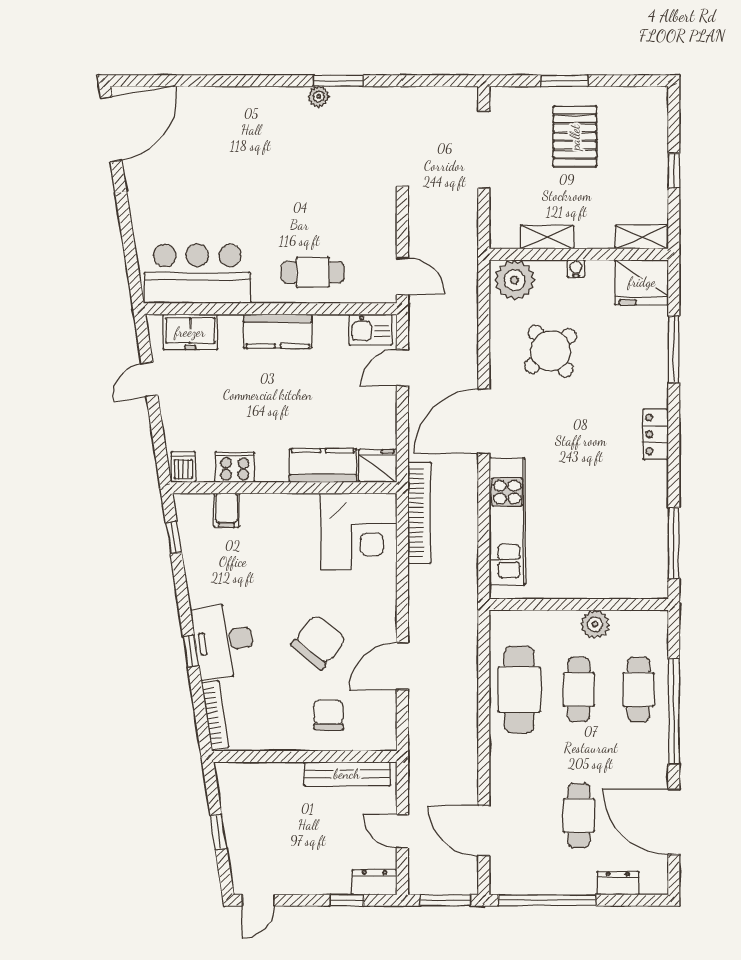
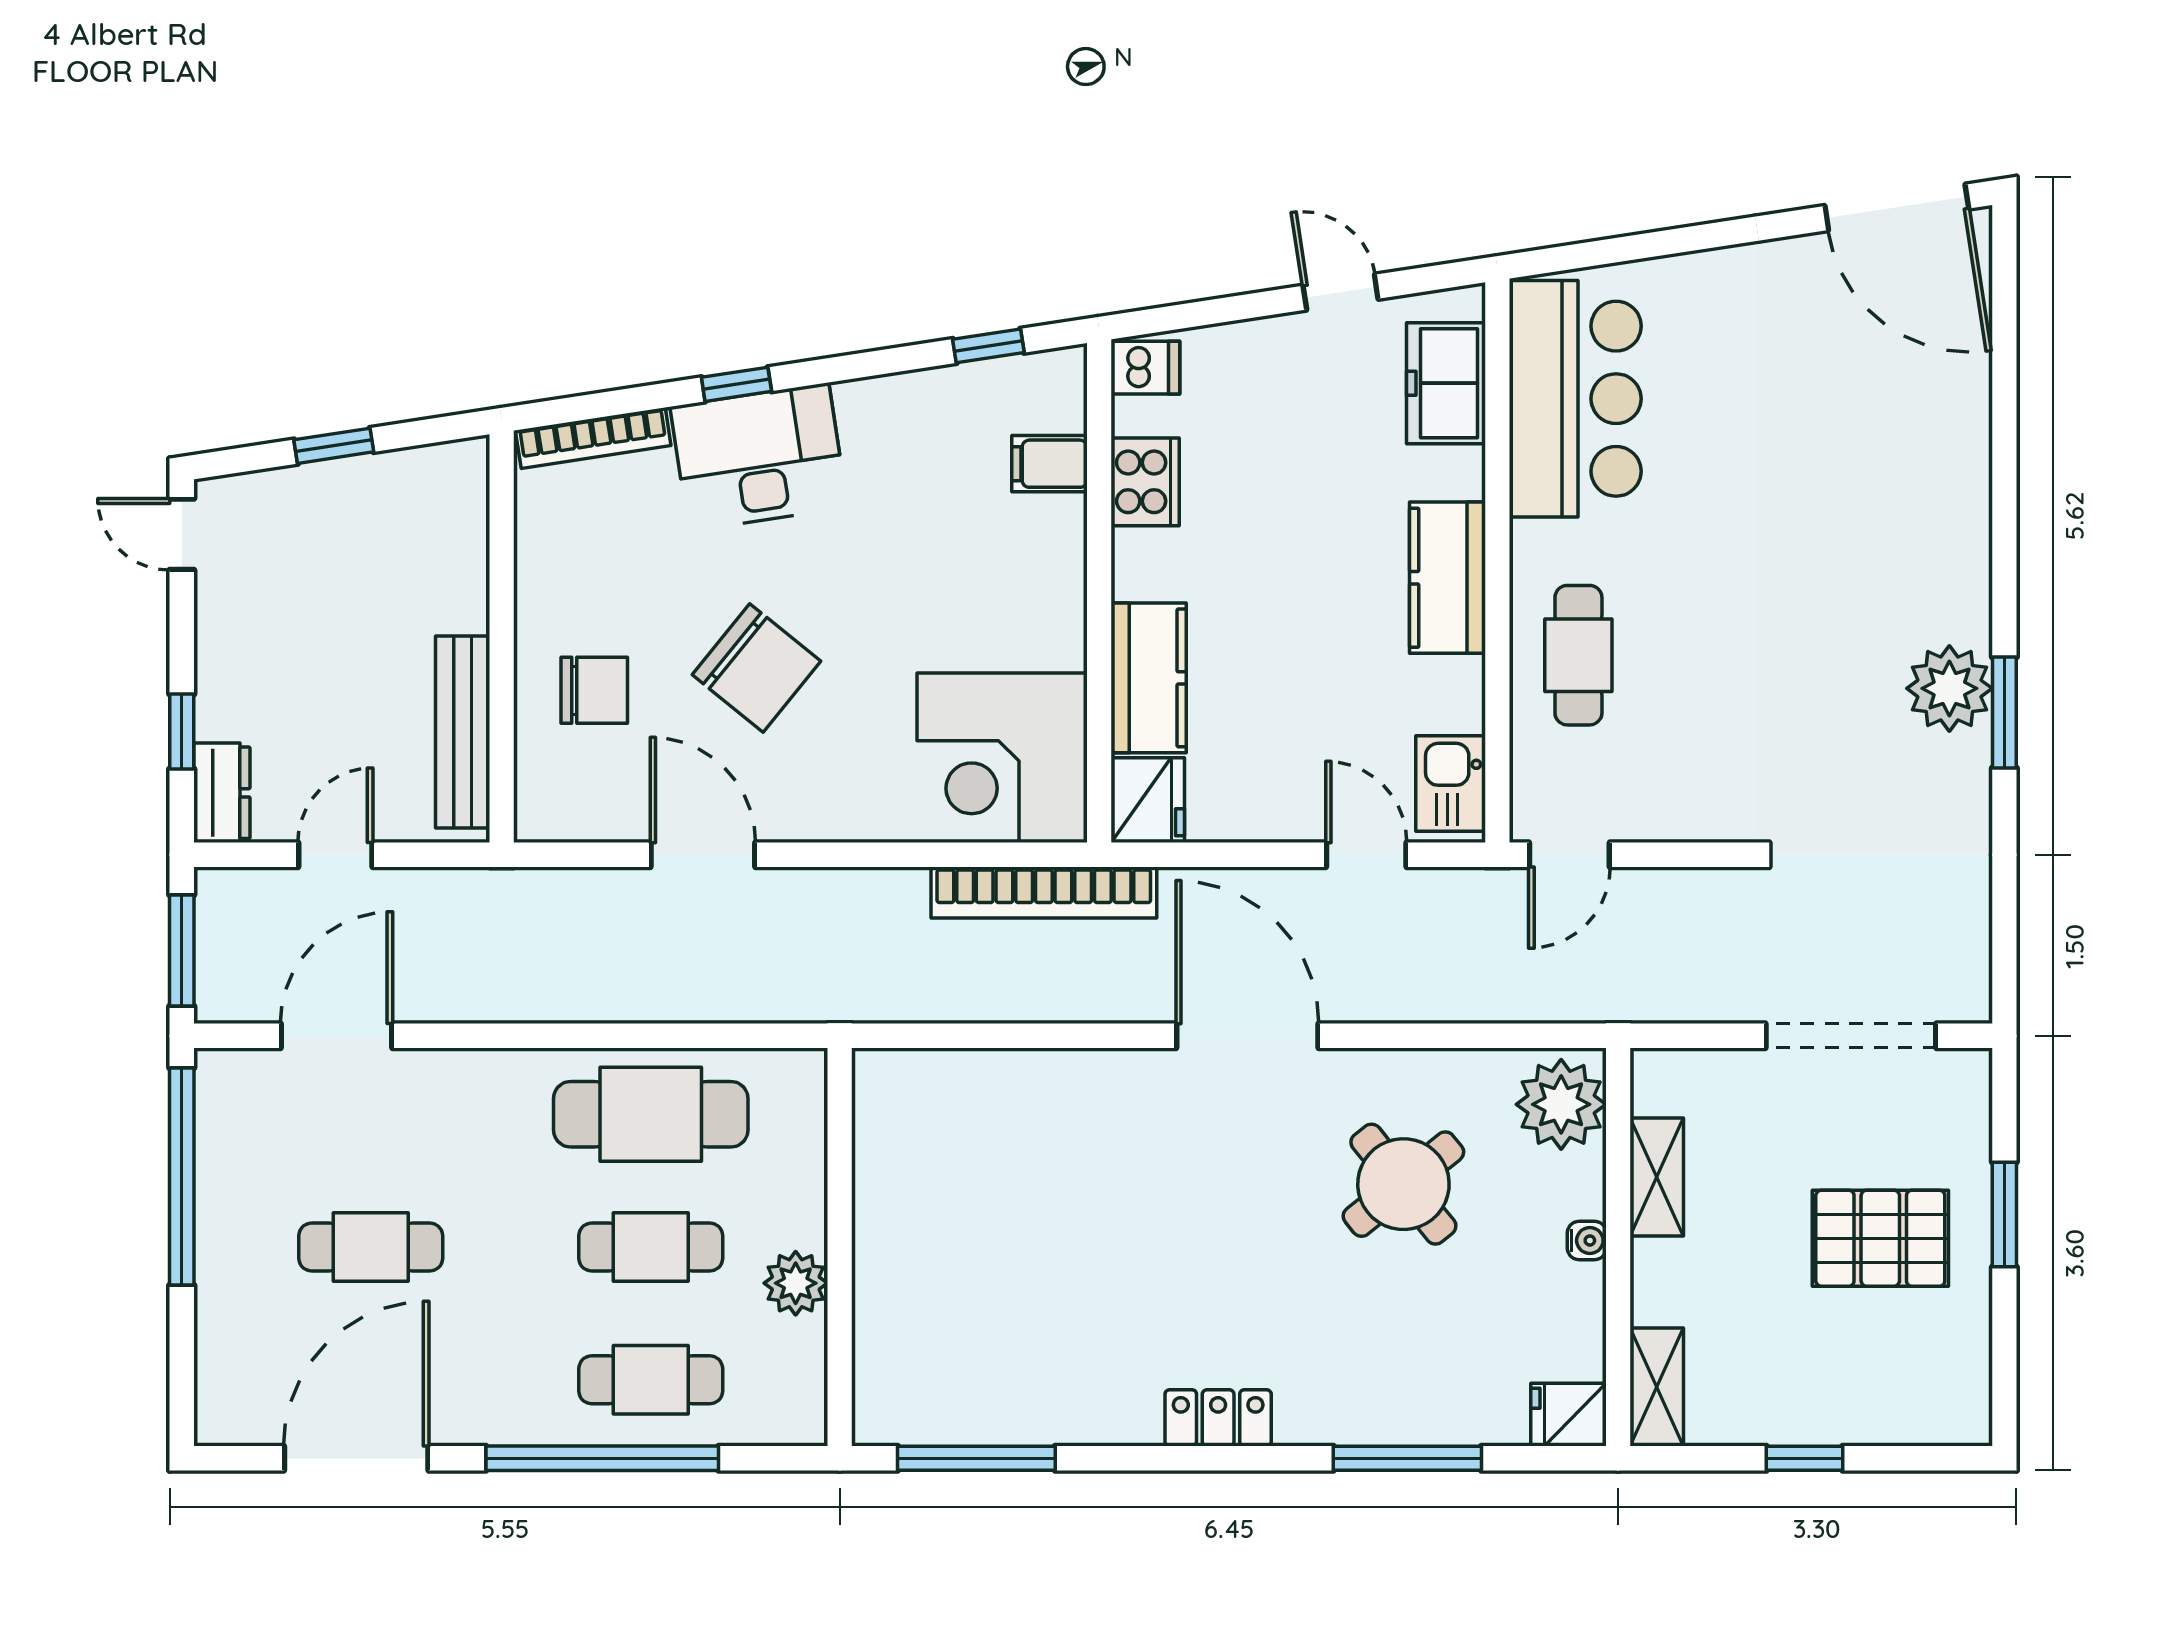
plant: (319, 96) -> (1949, 688), width x1.88, depth x1.88
fridge: (642, 282) -> (1568, 1415), width x0.53, depth x0.75
kitchen unit: (507, 521) -> (1025, 1088), removed
dresser: (618, 883) -> (220, 1334), removed

